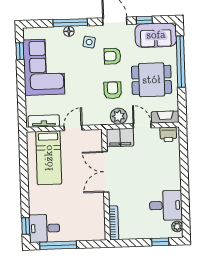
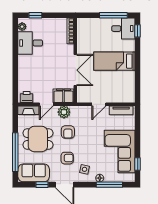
window: (70, 23) -> (109, 185), moved
door: (142, 126) -> (46, 104), hinge flipped
bed: (49, 158) -> (114, 61), moved, turned -90

